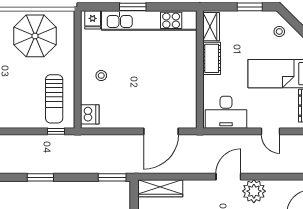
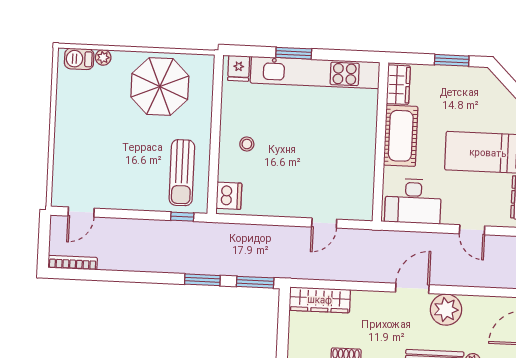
stool: (279, 31) -> (490, 95), removed
cot: (212, 58) -> (401, 136), width x1.37, depth x1.34
door: (161, 131) -> (324, 223), width x0.53
window: (40, 177) -> (202, 280), moved

